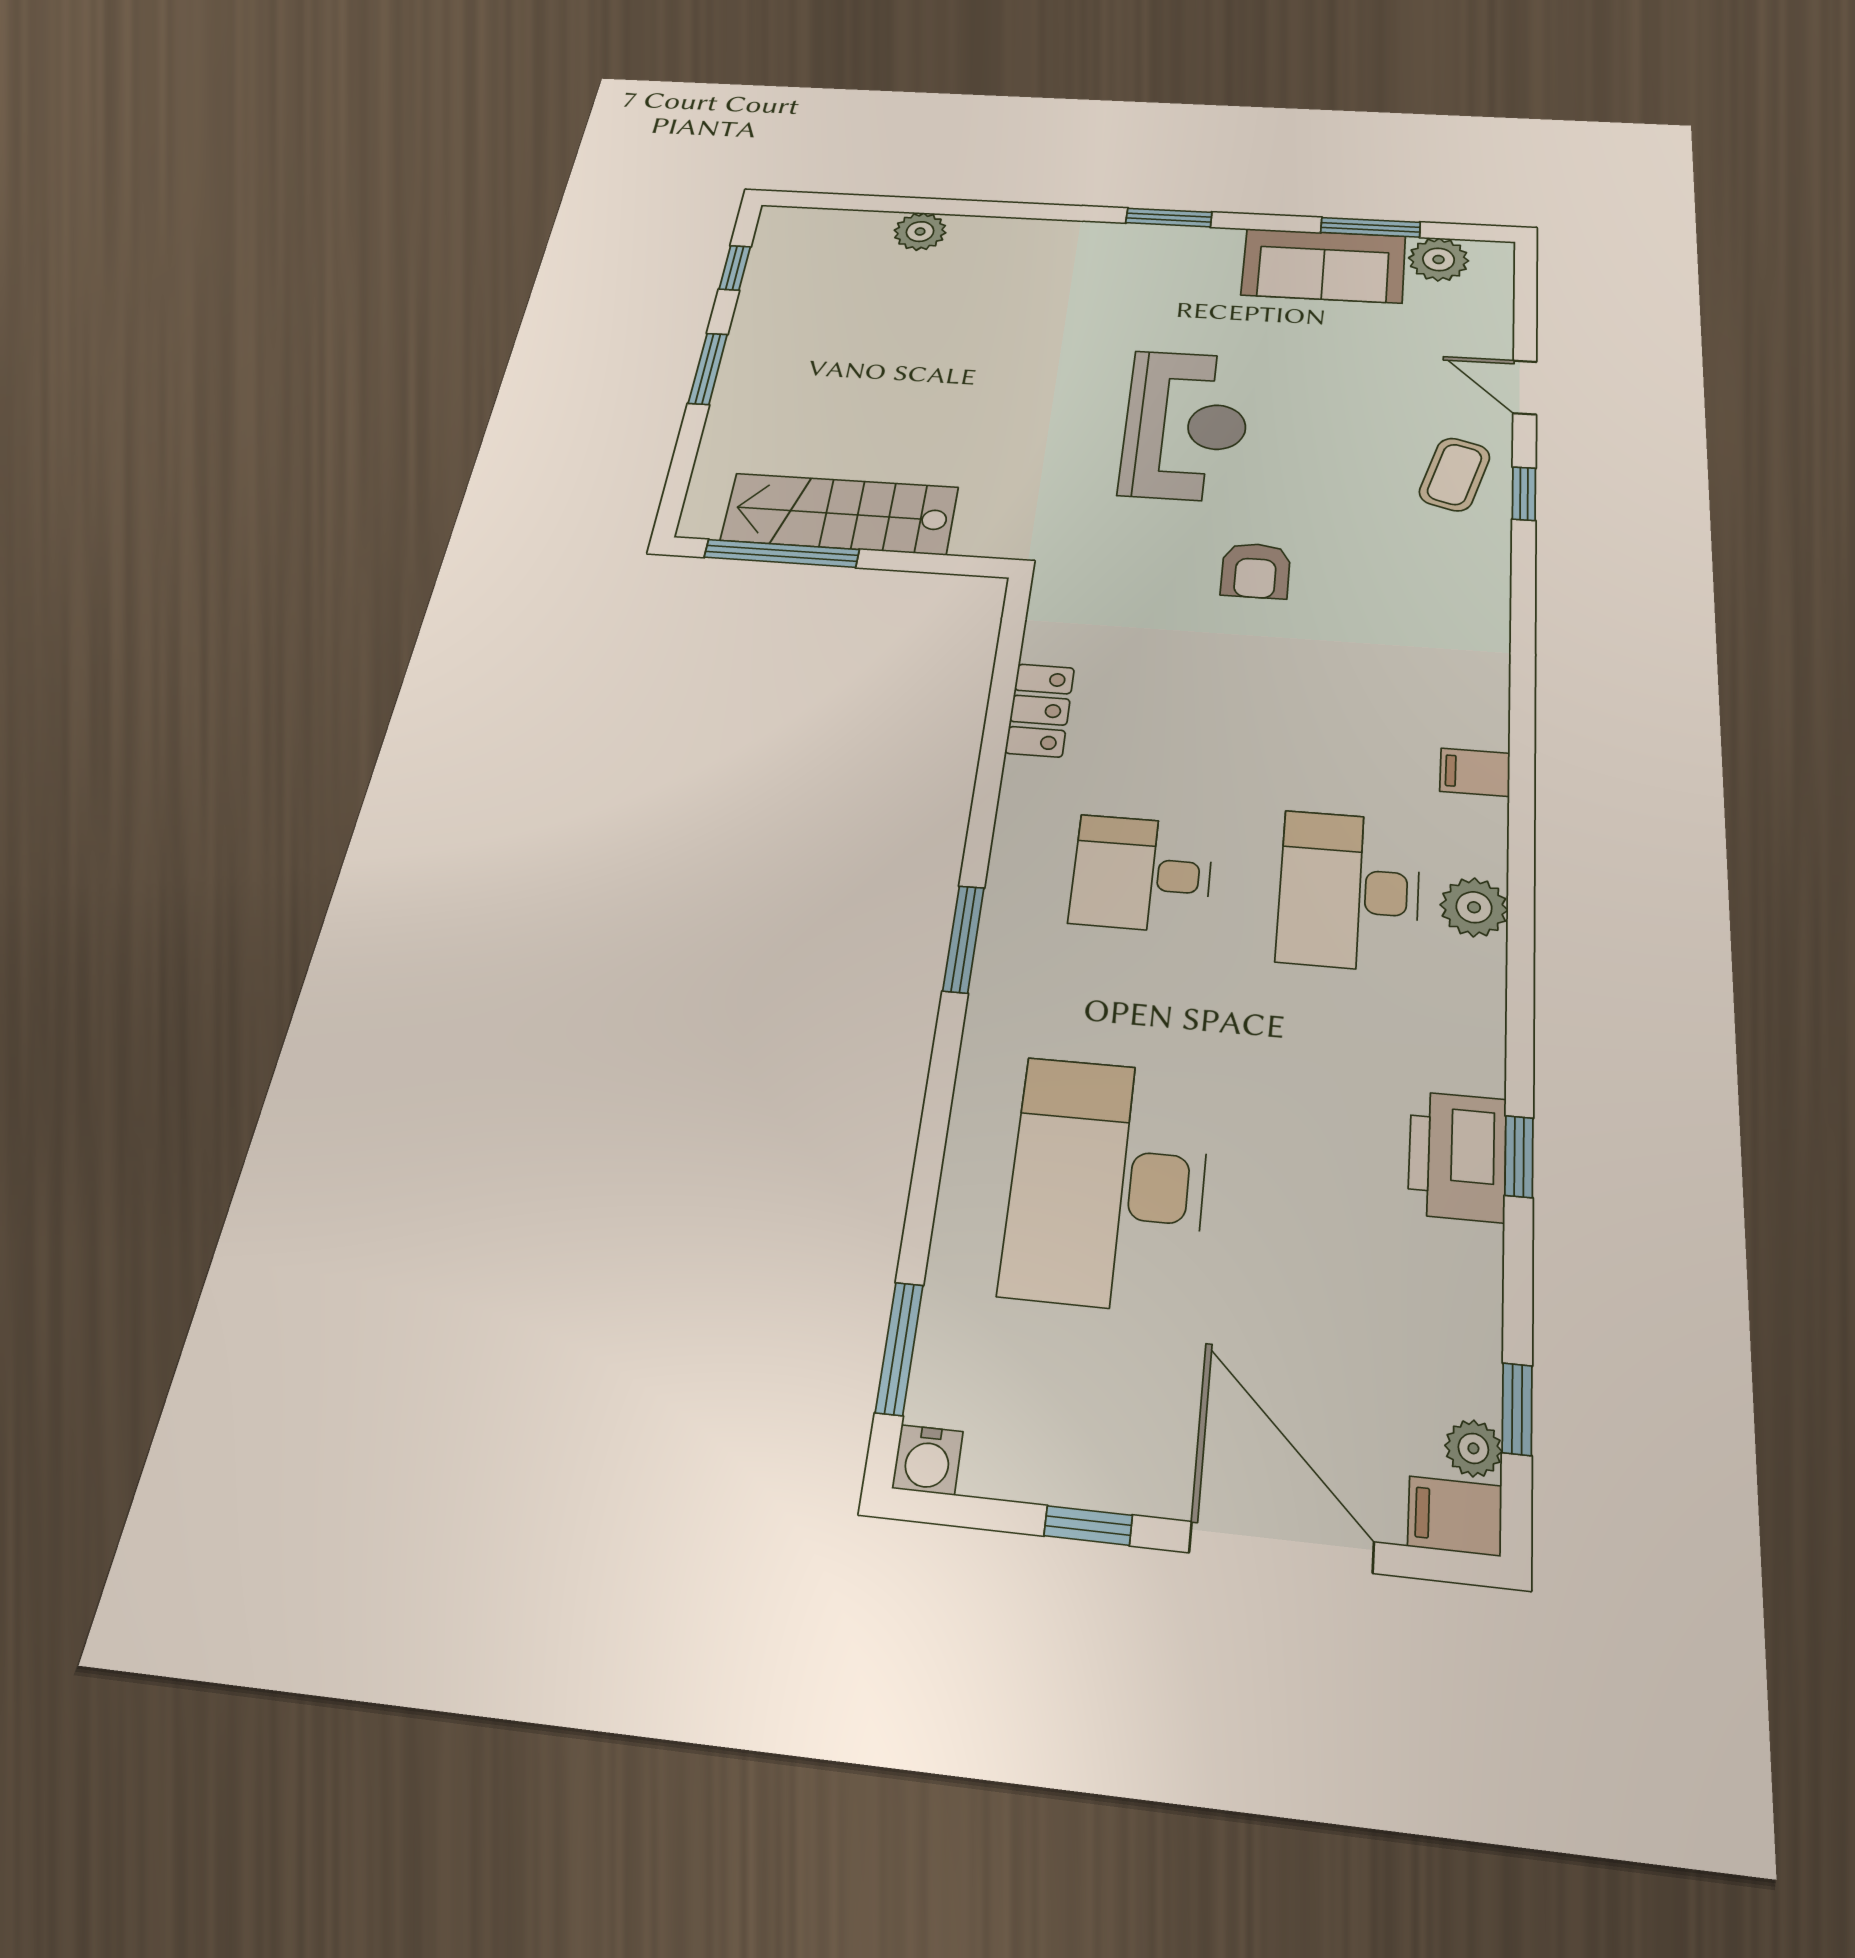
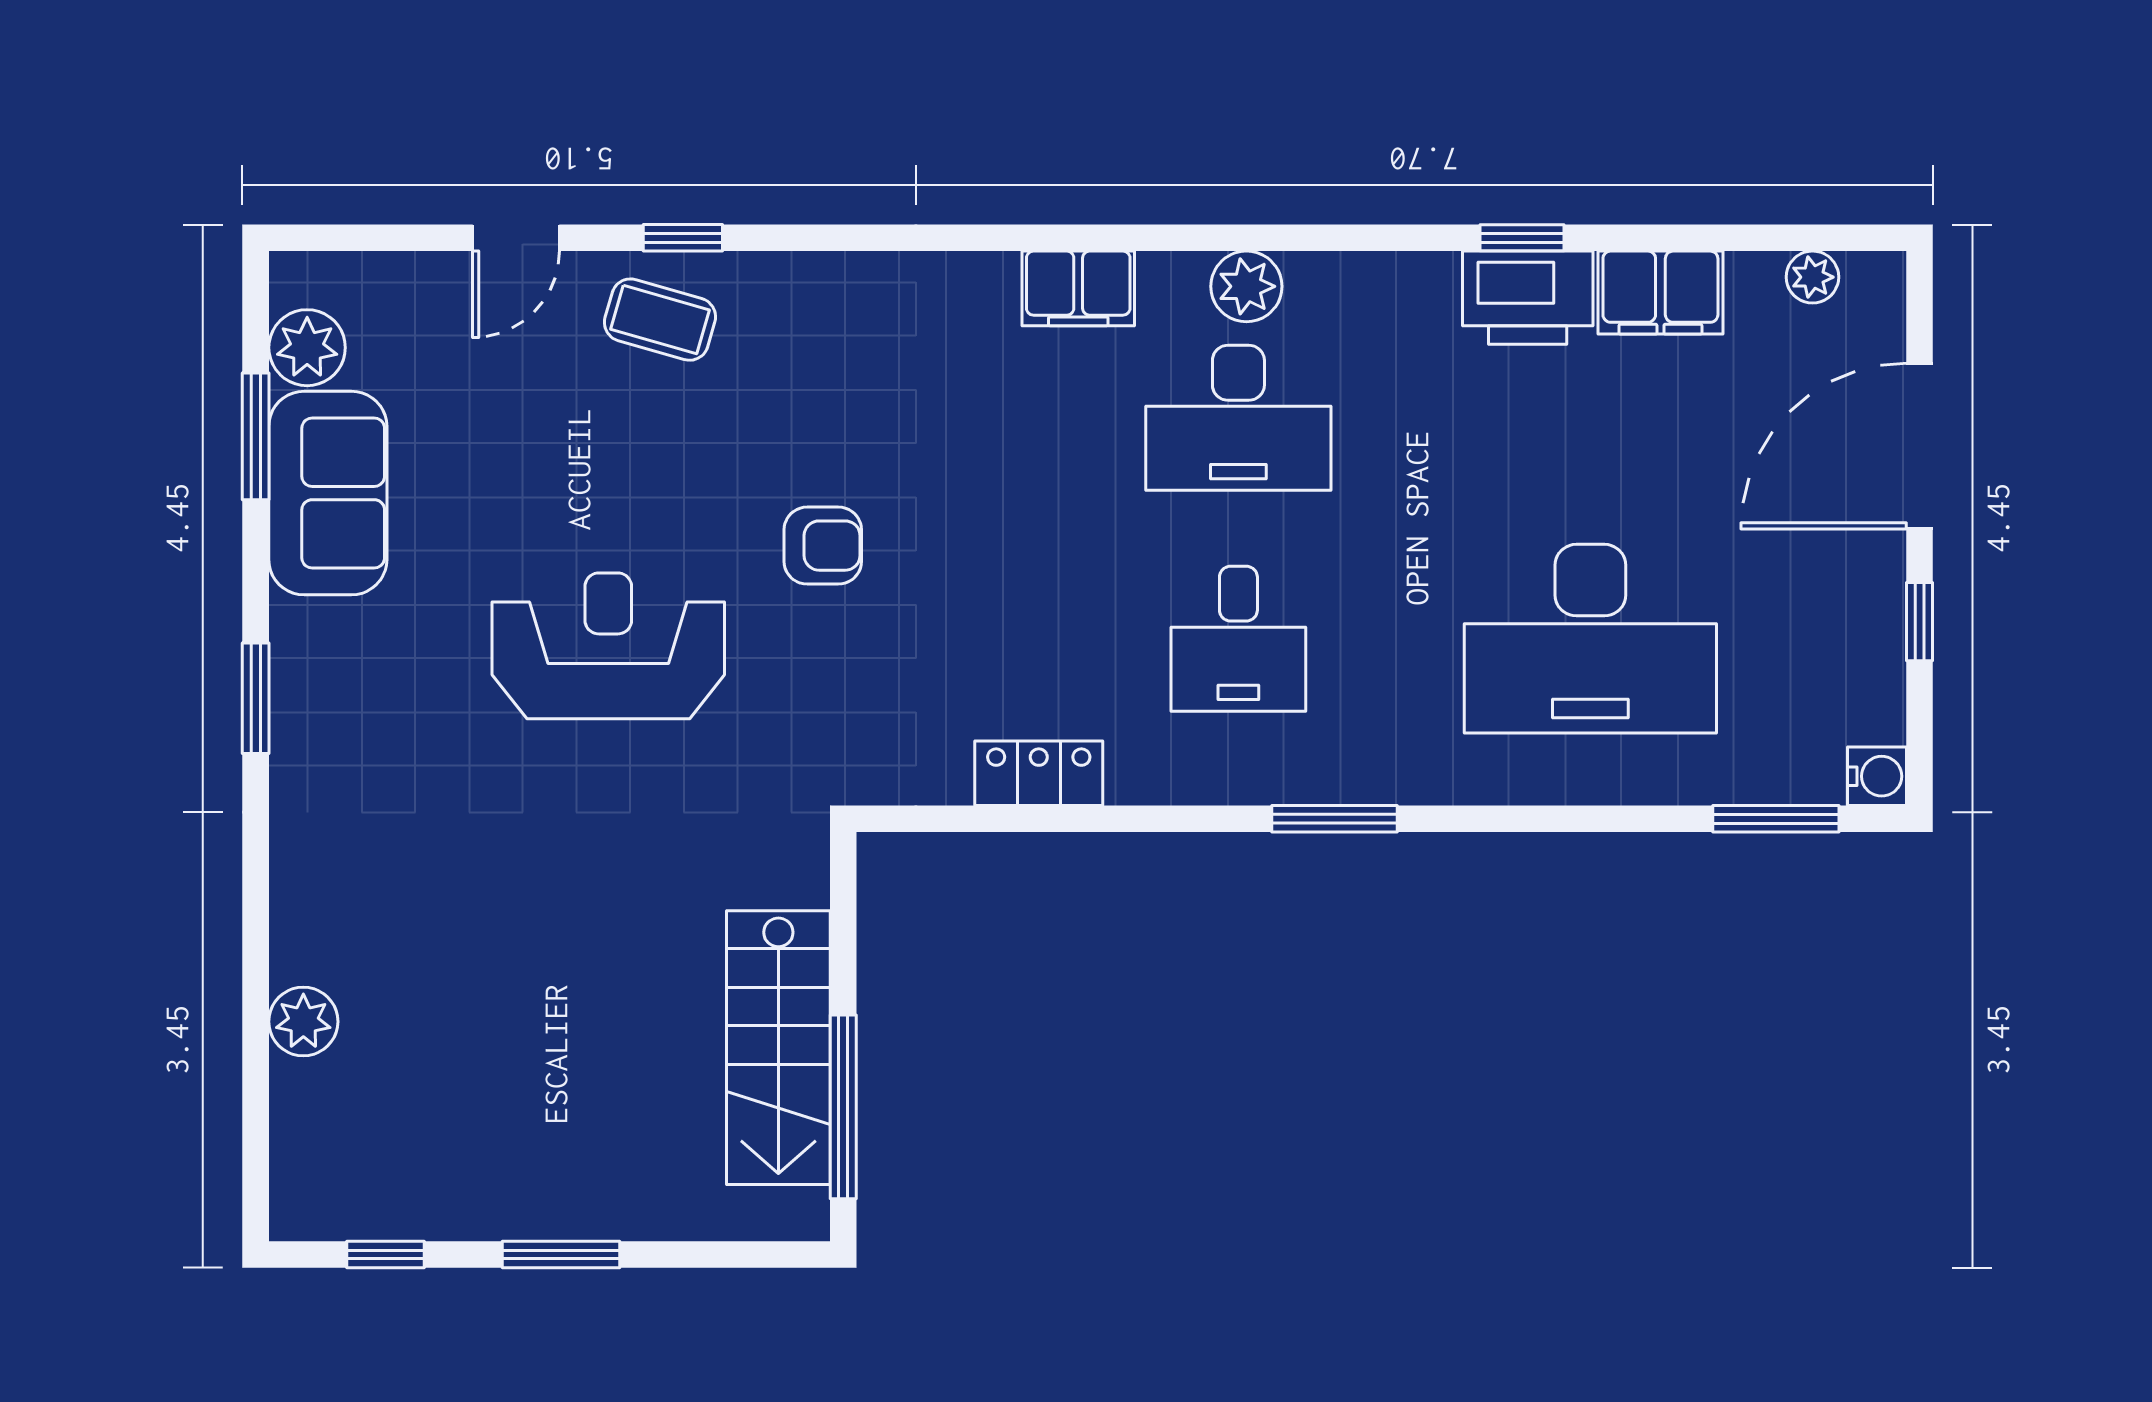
filing cabinet: (1475, 772) -> (1078, 288), width x2.00
window: (1517, 1409) -> (1772, 238), removed
filing cabinet: (1455, 1516) -> (1660, 293), moved, width x2.00

